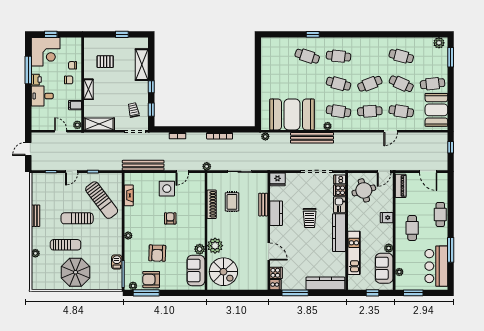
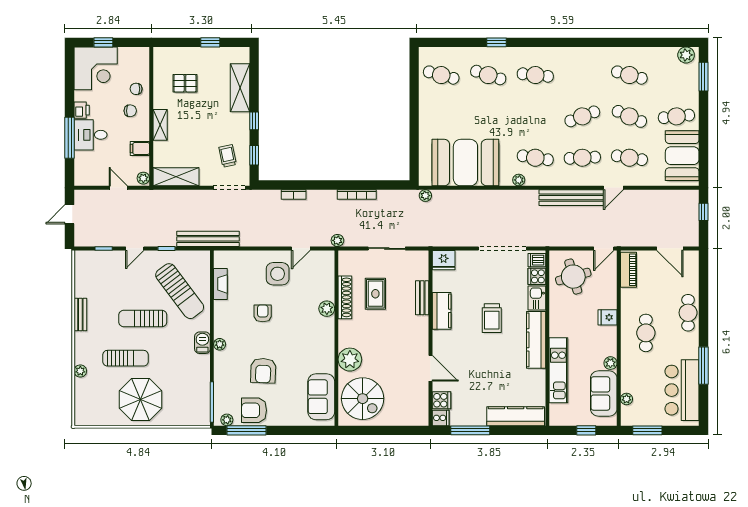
window: (28, 70) -> (70, 138), moved
cafe table: (339, 84) -> (441, 75), moved
bench: (312, 138) -> (571, 198), moved
bench: (143, 165) -> (208, 239), moved
armchair: (170, 218) -> (263, 313), moved
plant: (200, 249) -> (327, 309), moved
barbecue: (117, 262) -> (202, 343), moved

